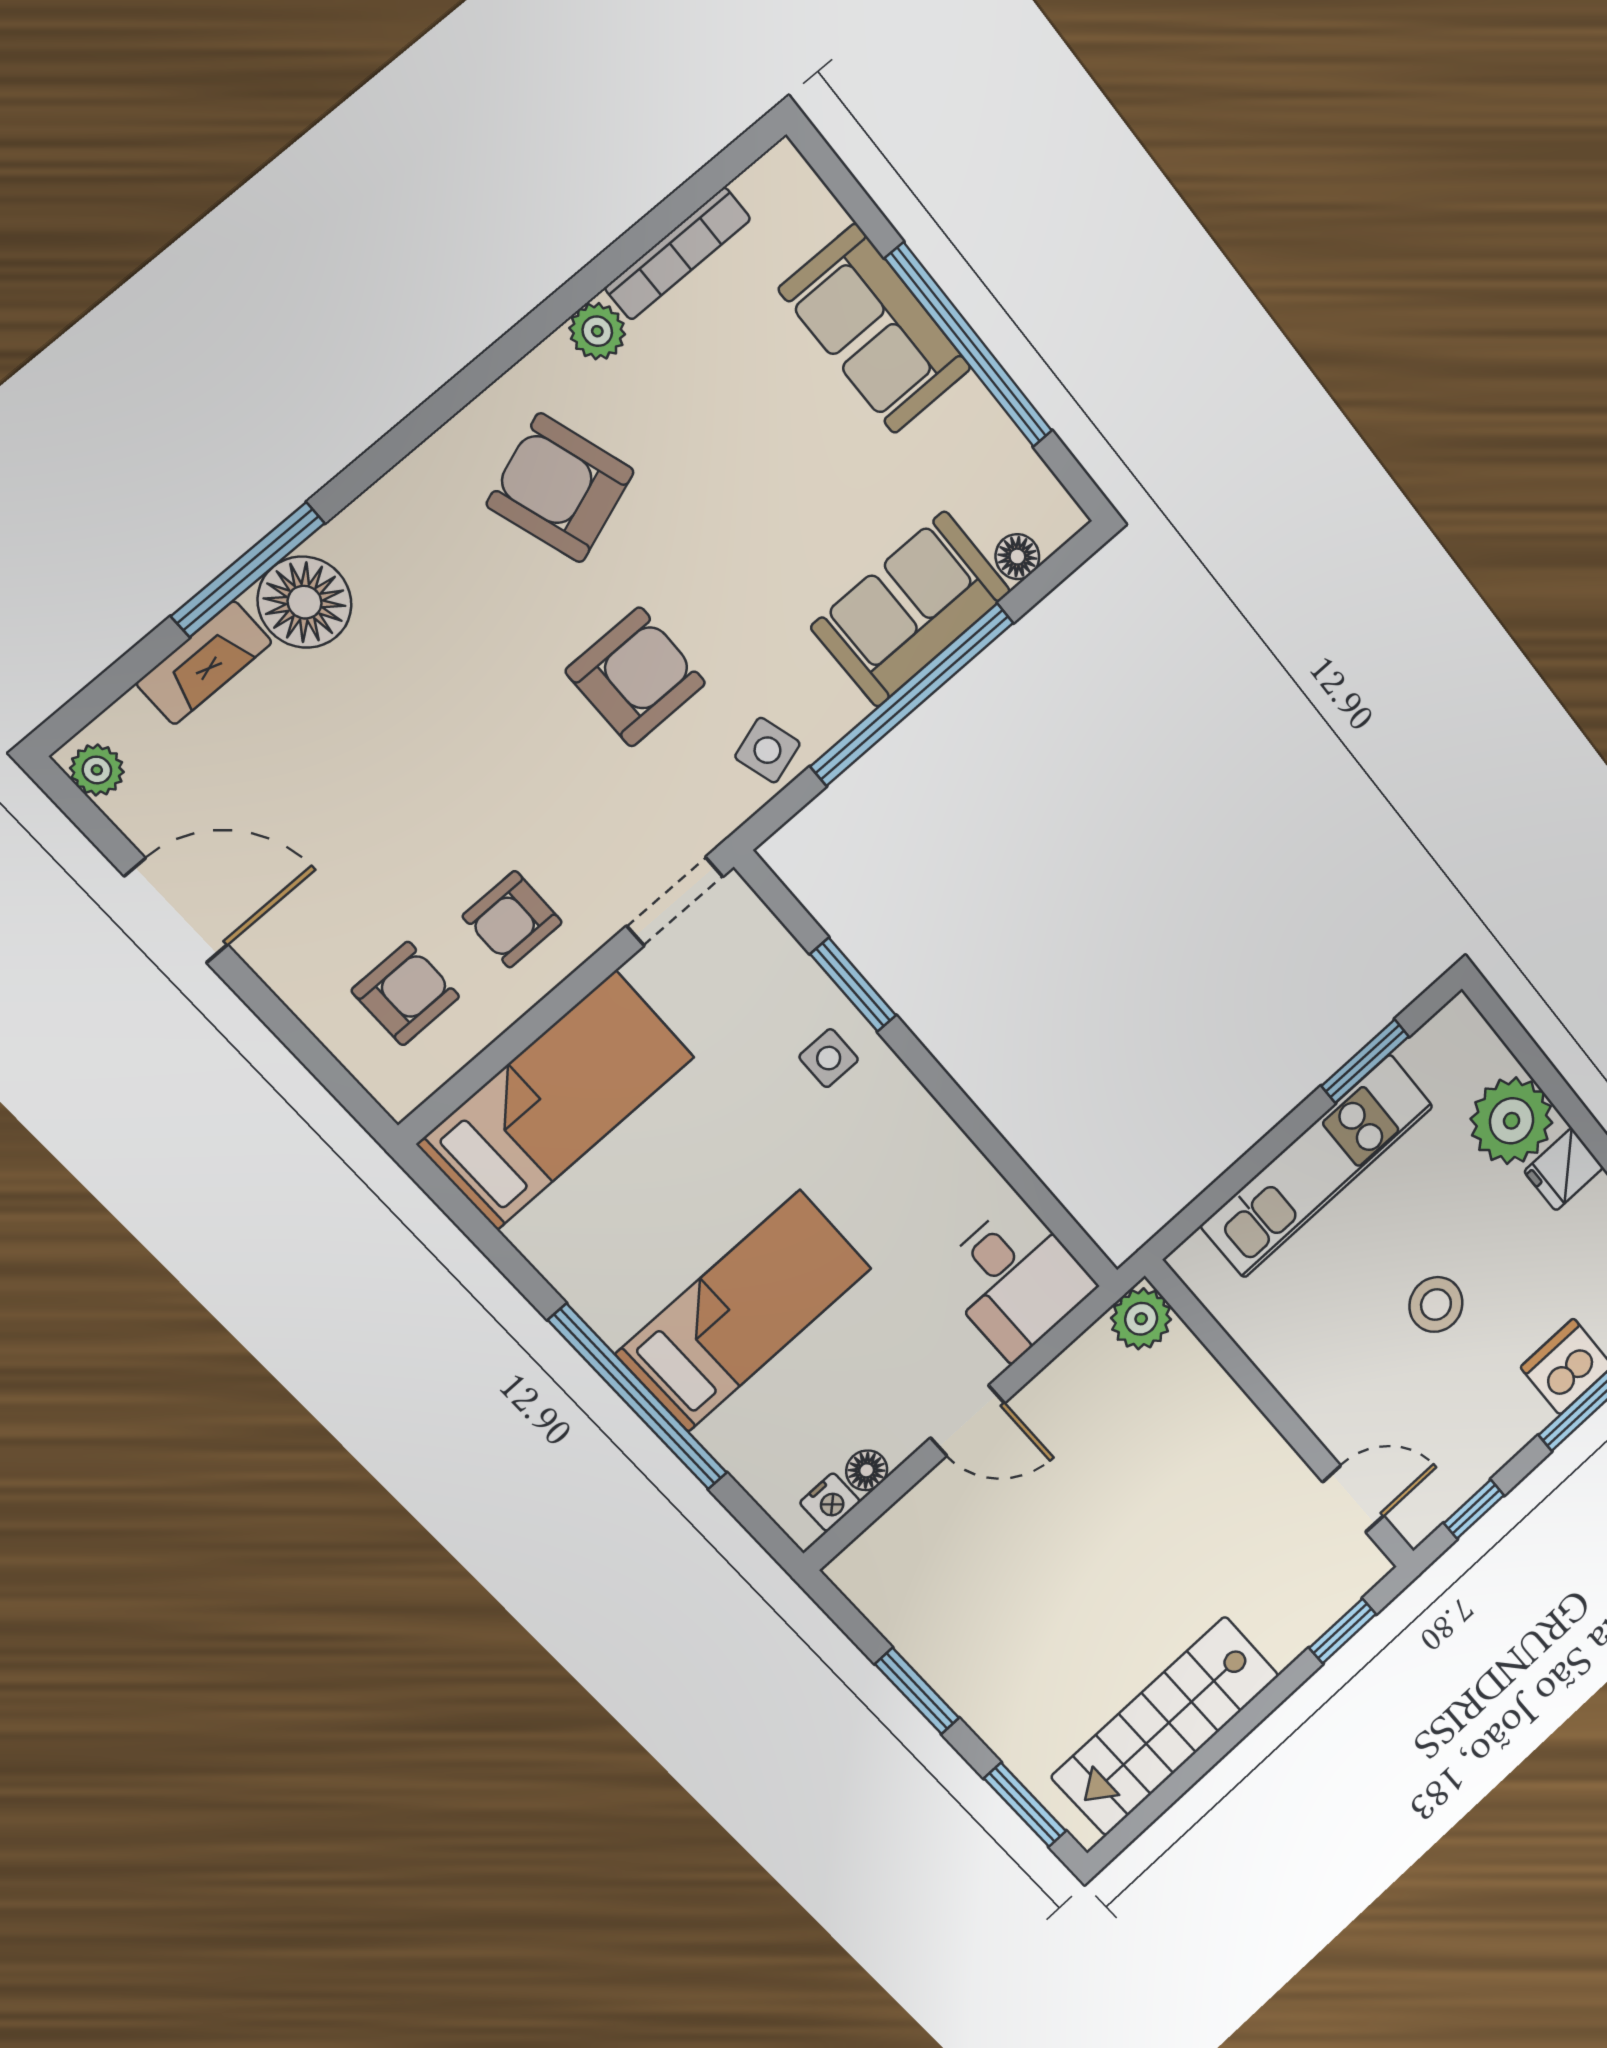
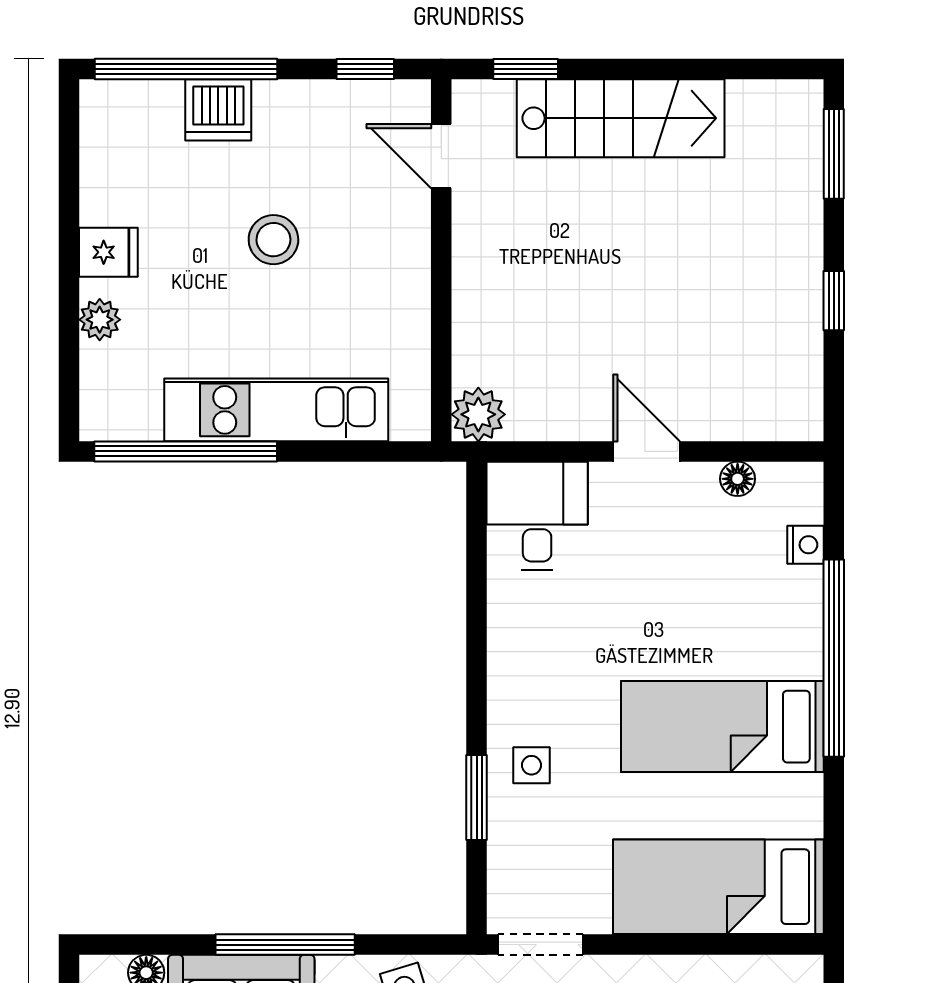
window: (912, 694) -> (285, 945), width x0.68
window: (1365, 1061) -> (186, 451), width x2.11
plant: (1512, 1121) -> (100, 320), width x0.53, depth x0.53
bed: (744, 1311) -> (722, 727), moved
nightstand: (830, 1502) -> (806, 545), moved, turned 90
window: (917, 1691) -> (834, 301), width x0.67
stairs: (1165, 1726) -> (621, 118), moved

